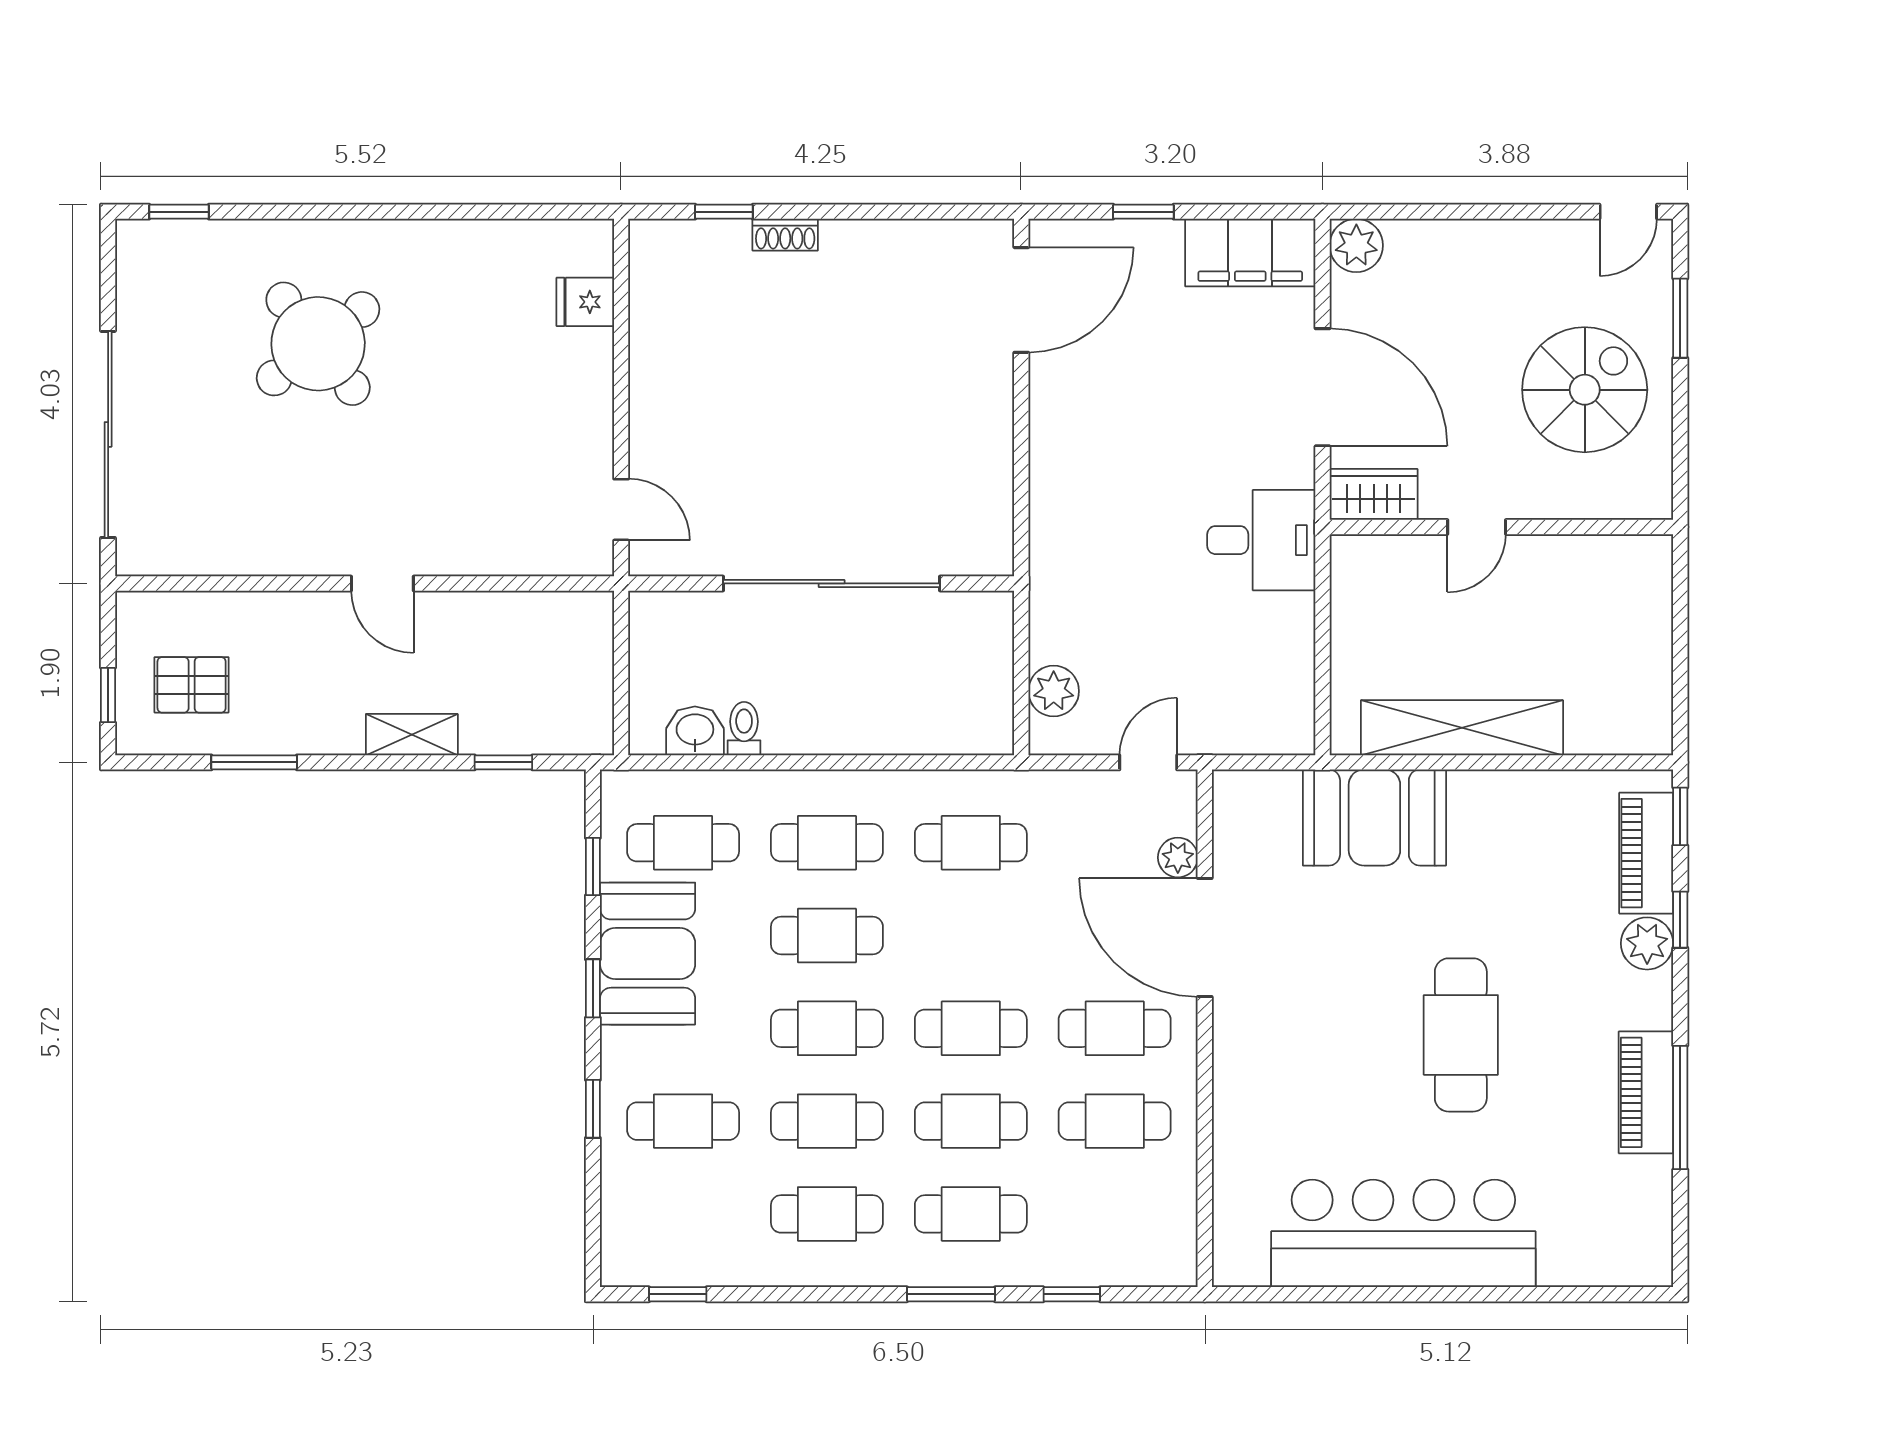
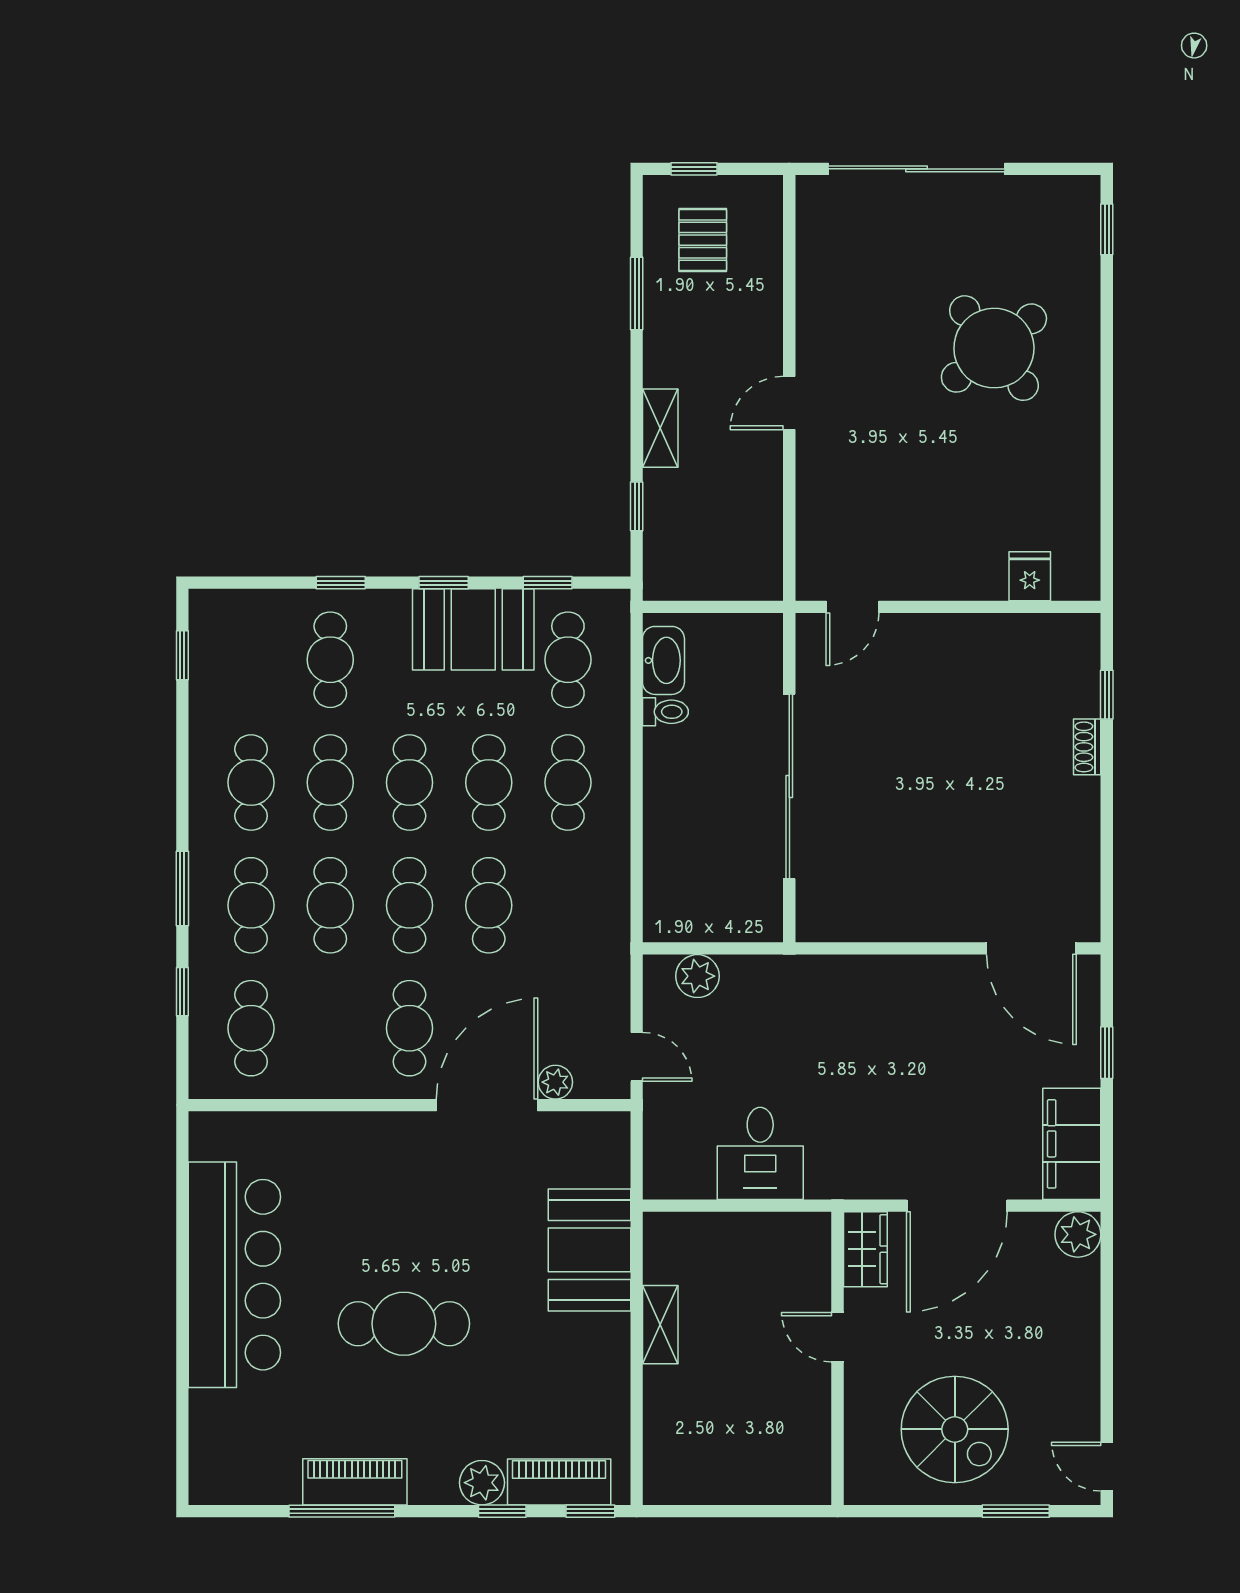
desk: (1261, 540) -> (760, 1153), moved
shelving: (1462, 728) -> (660, 1325), width x0.45, depth x0.75
washbasin: (695, 731) -> (663, 660), width x1.38
cafe table: (971, 843) -> (489, 905), moved
cafe table: (1115, 1121) -> (251, 1028), moved

